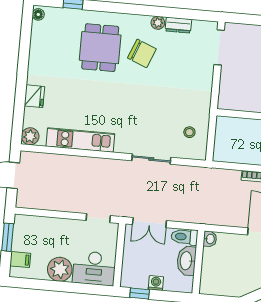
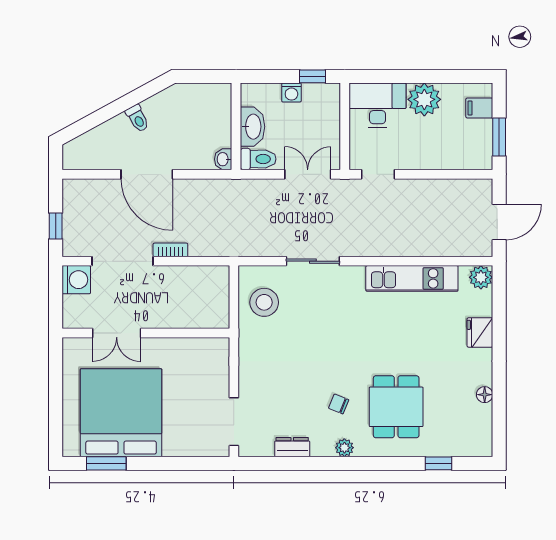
floor lamp: (38, 14) -> (485, 395), moved
plant: (158, 23) -> (344, 448), moved
chair: (142, 53) -> (339, 404), width x0.54, depth x0.54
stool: (189, 132) -> (264, 302), width x1.89, depth x1.89

